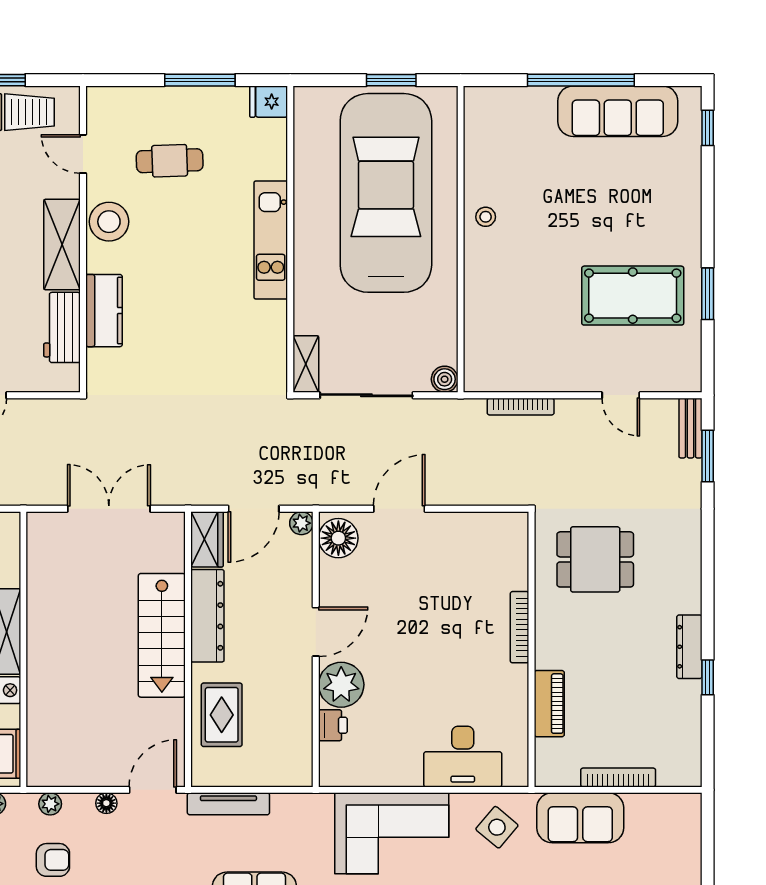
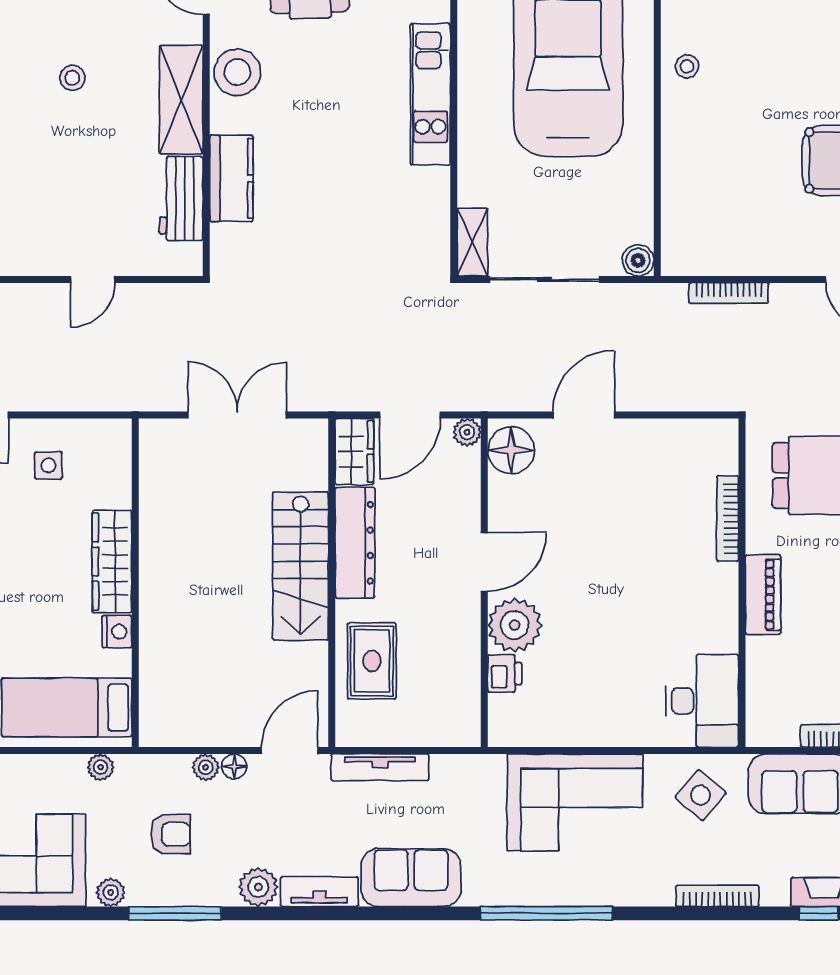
bookcase: (520, 627) -> (728, 519), moved
piano: (549, 704) -> (763, 595), moved
desk: (463, 757) -> (702, 701), moved, turned -90
plant: (50, 804) -> (206, 767), moved

